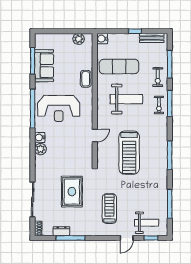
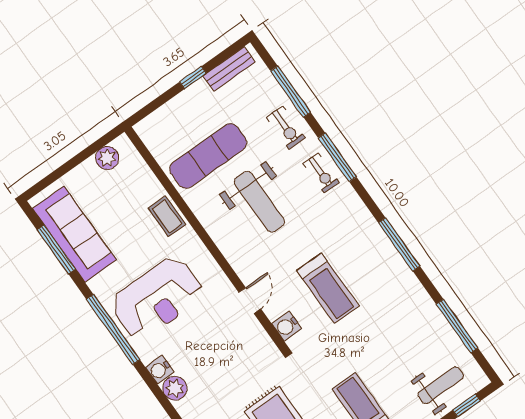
water cooler: (102, 39) -> (287, 326), moved
sofa: (44, 66) -> (74, 234), width x1.36
weight bench: (126, 99) -> (259, 202), turned 90
treadmill: (129, 153) -> (328, 288), width x0.73, depth x0.73

